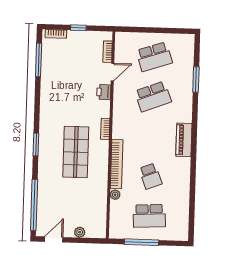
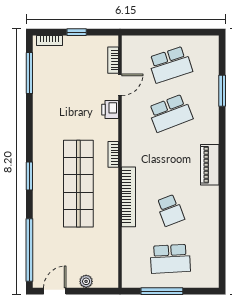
shop shelf: (76, 152) -> (78, 184), width x1.40
plant: (115, 195) -> (128, 234), removed

